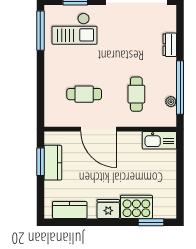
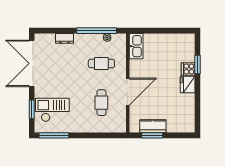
checkout: (75, 29) -> (52, 110), turned -90
cooker: (136, 207) -> (188, 69), width x0.53, depth x0.76
kitchen counter: (70, 210) -> (188, 113), removed
window: (151, 222) -> (198, 64), moved

